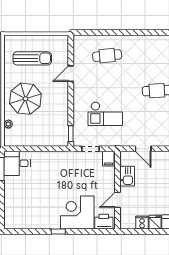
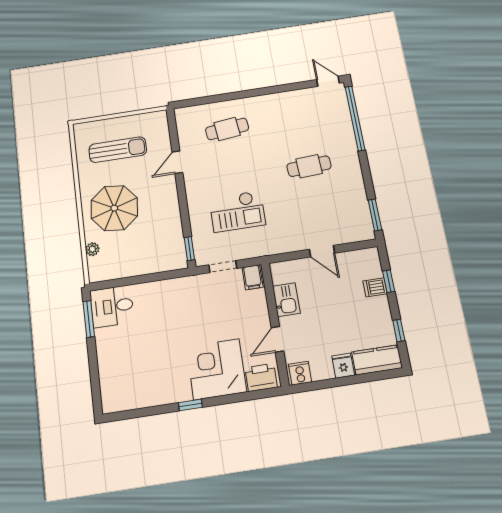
door: (143, 149) -> (322, 251), moved
cooker: (142, 223) -> (300, 373), moved

